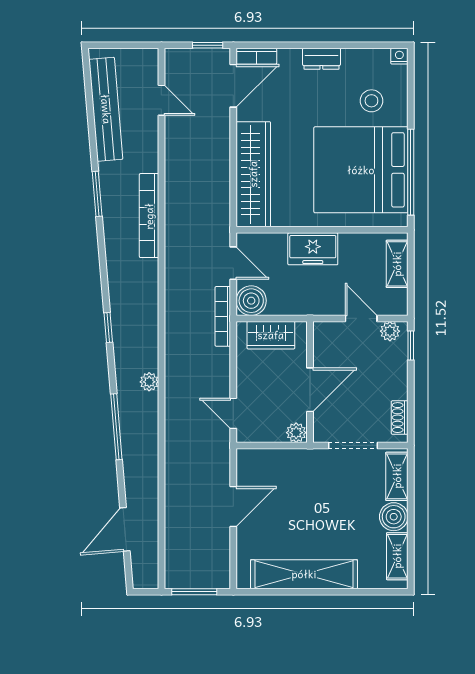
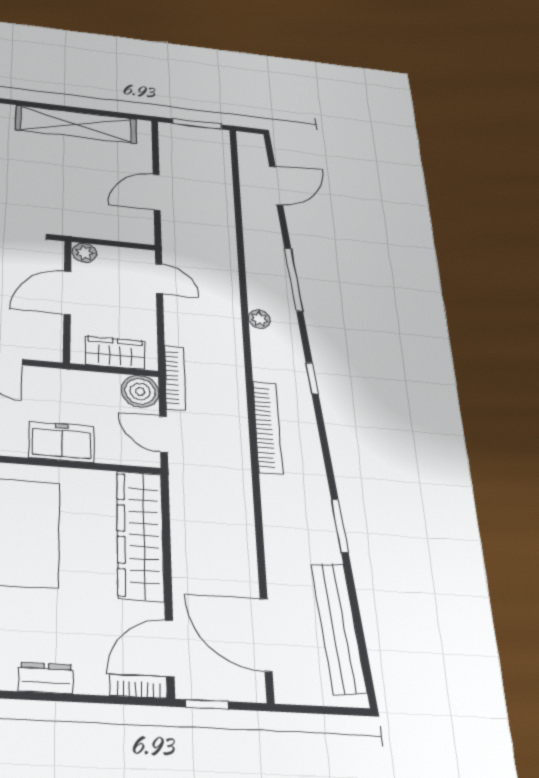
door: (161, 100) -> (266, 635), width x1.88
bookcase: (149, 216) -> (267, 427), moved

